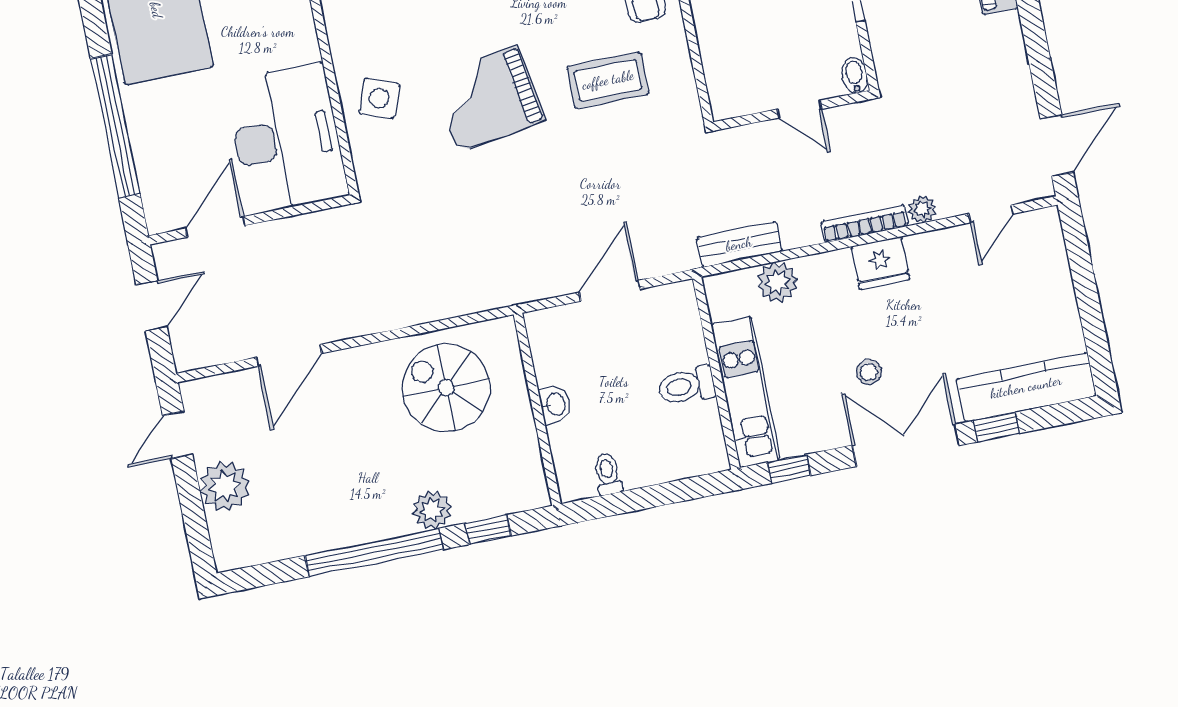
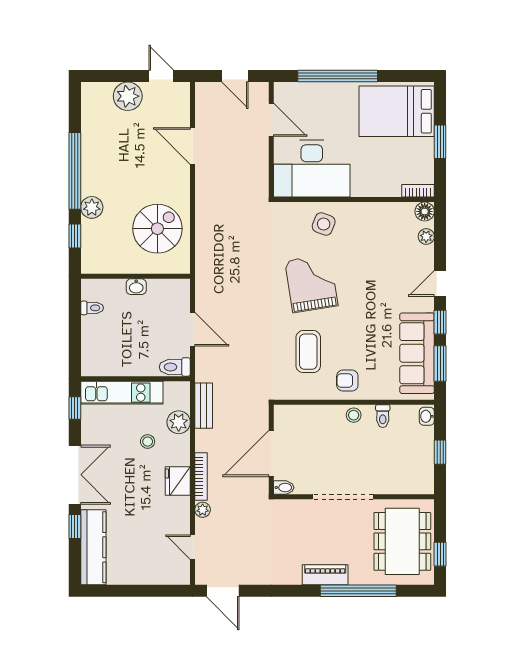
door: (799, 109) -> (271, 454), width x1.88
stool: (869, 372) -> (148, 442), moved
toilet: (687, 386) -> (175, 367), moved, turned -90

